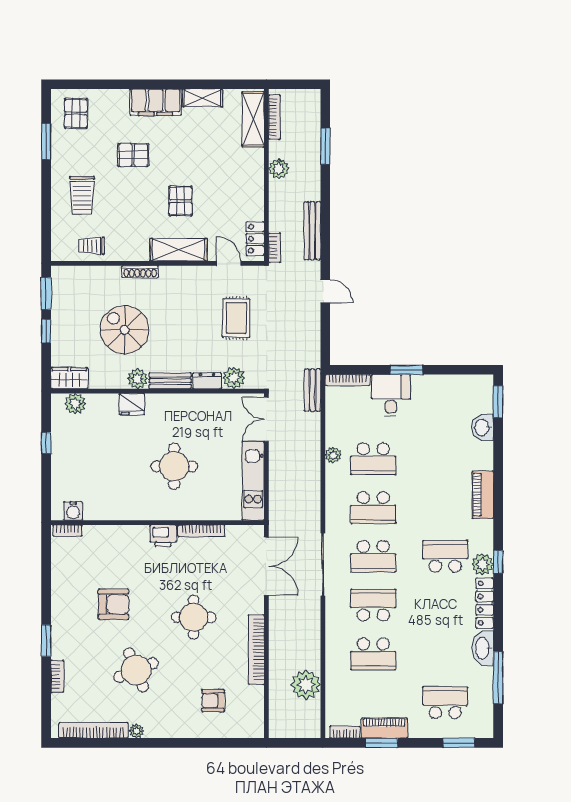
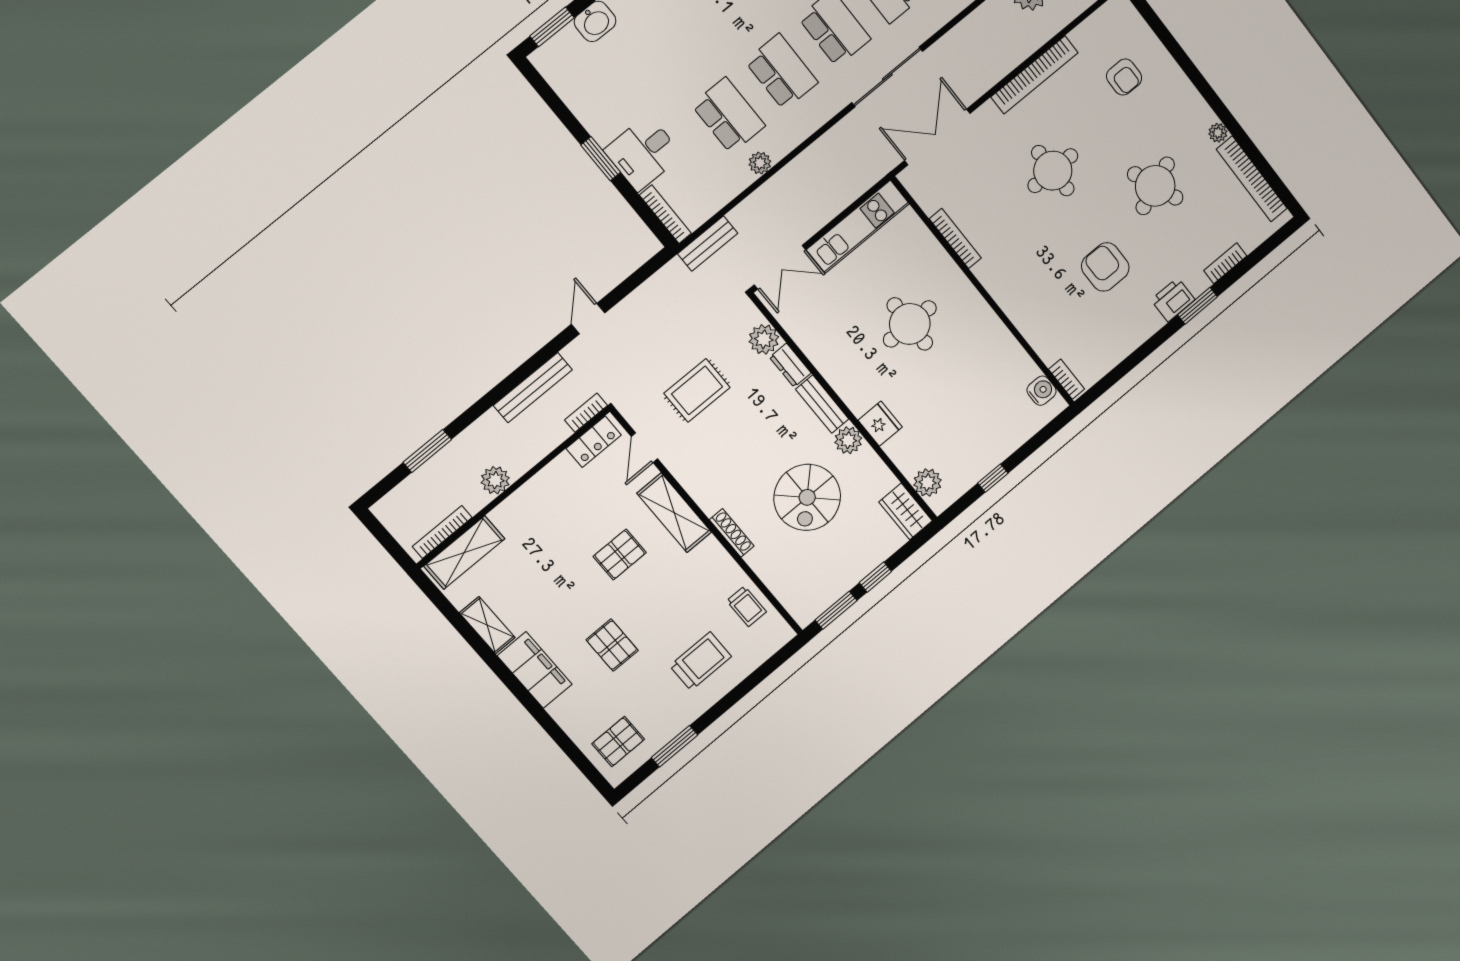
printer: (163, 536) -> (1173, 300), moved, turned -90

